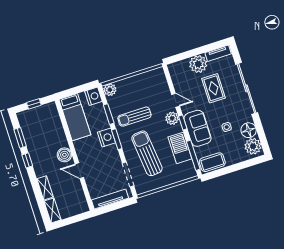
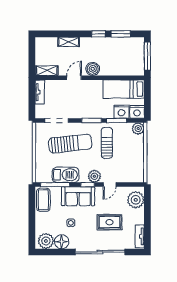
plant: (198, 64) -> (136, 200), moved
window: (34, 104) -> (147, 56), width x2.17
nightstand: (106, 137) -> (122, 112), moved
tv unit: (110, 199) -> (40, 92), width x0.71
shelving: (52, 210) -> (47, 71), moved

